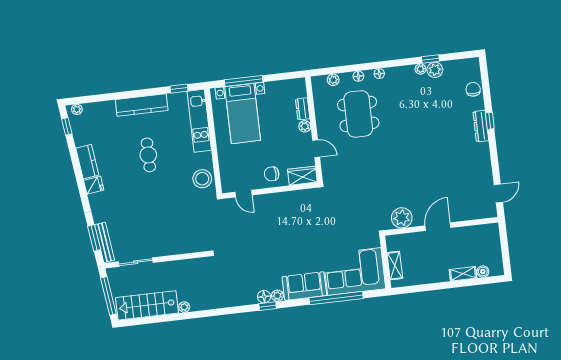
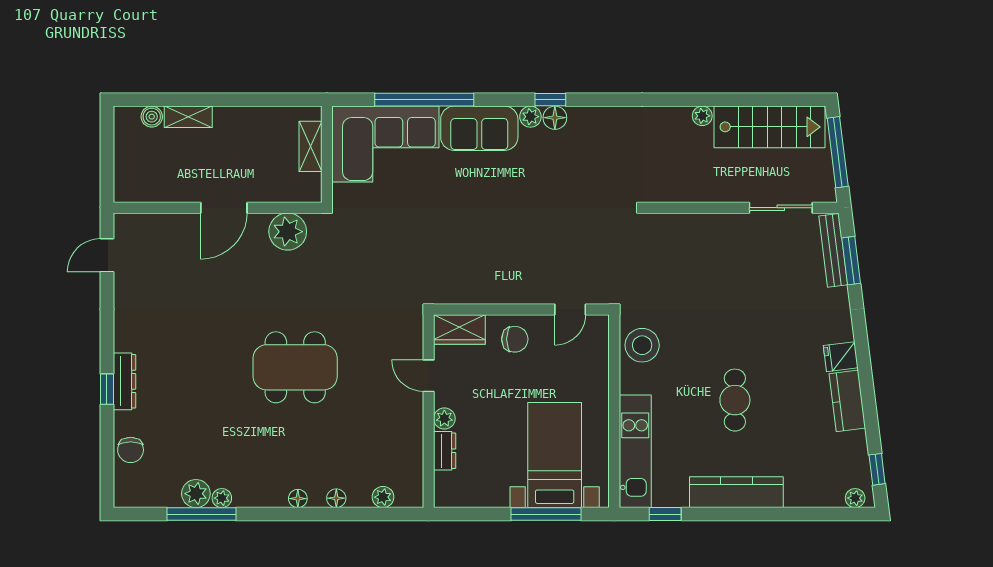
window: (430, 59) -> (202, 514), width x2.17
dining table: (358, 114) -> (295, 367), moved, turned 90
door: (244, 194) -> (570, 309), swing flipped

